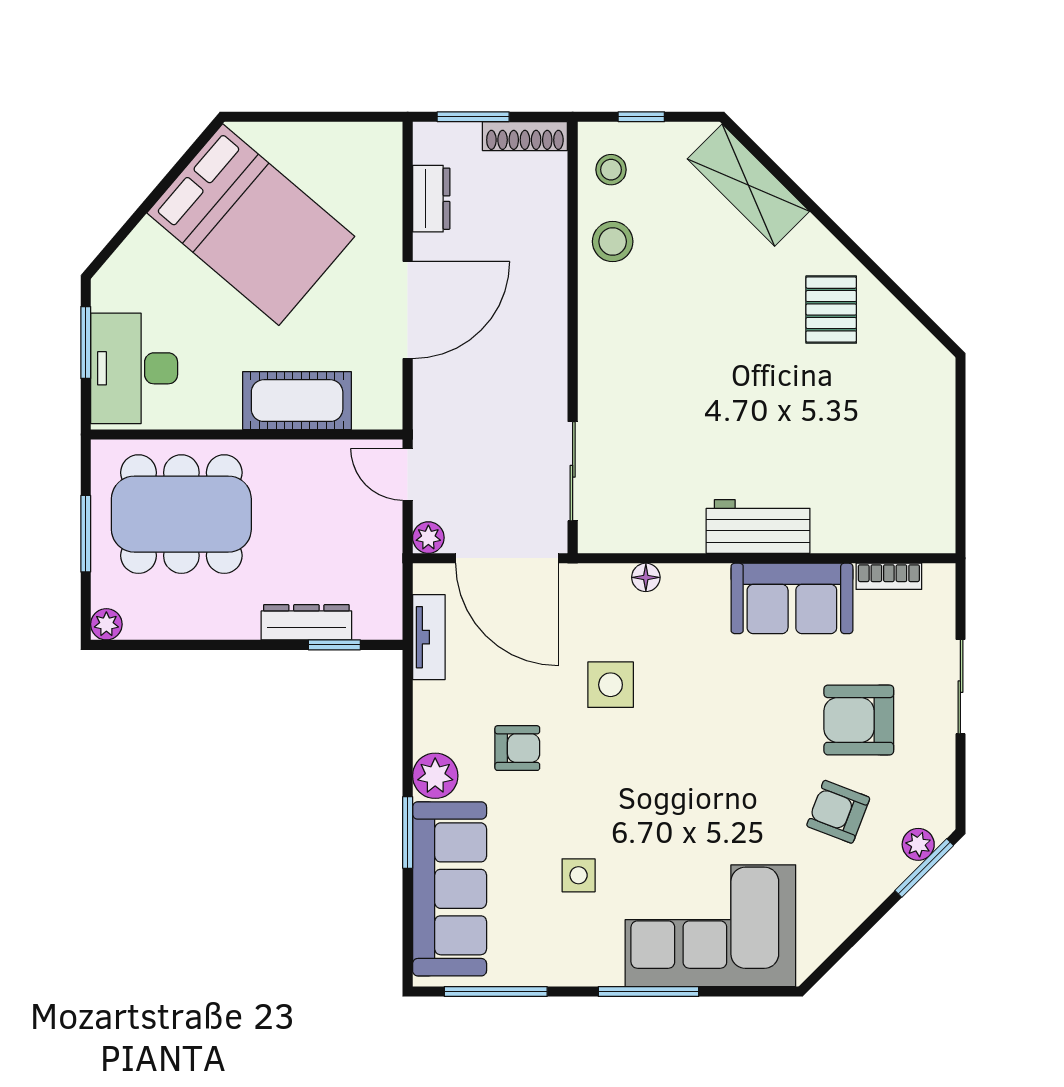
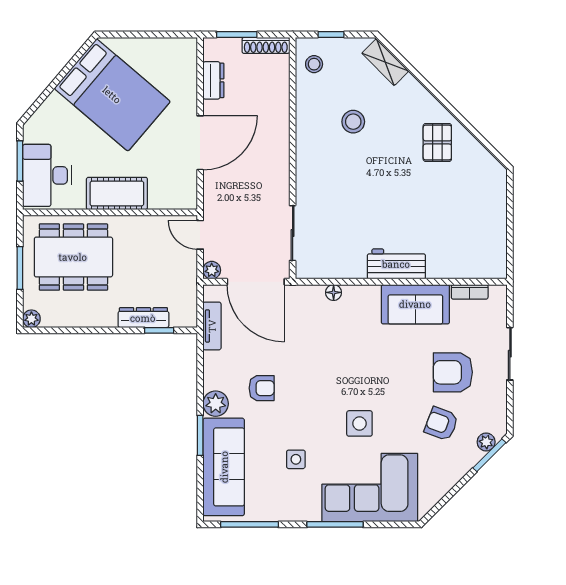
shelving: (748, 185) -> (385, 62), width x0.67, depth x0.75
stool: (613, 242) -> (353, 122), moved
cot: (297, 401) -> (117, 193), moved
side table: (611, 685) -> (359, 423), moved

